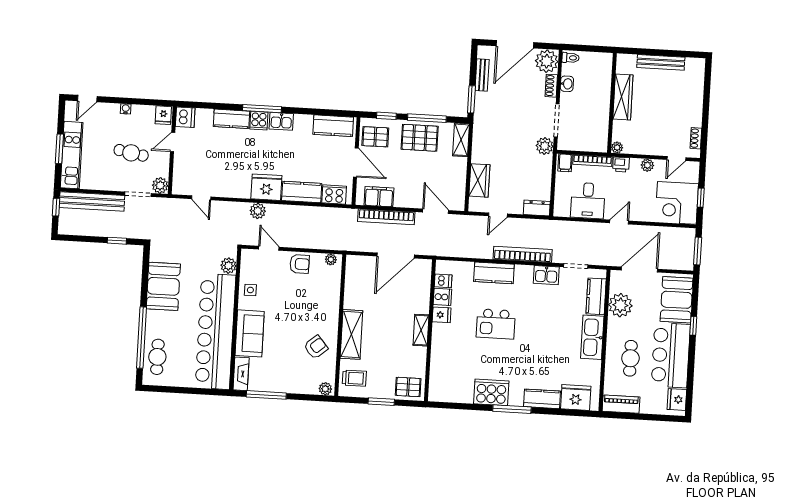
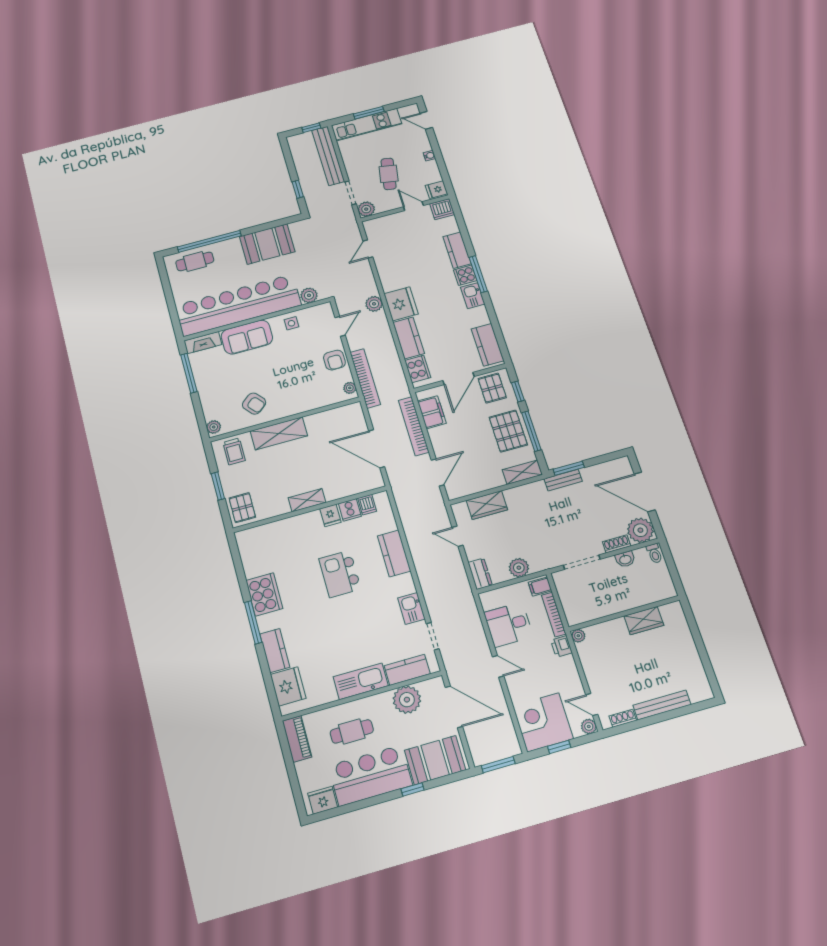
bench: (661, 62) -> (662, 705), moved, turned 90
bench: (482, 75) -> (563, 480), moved
wardrobe: (623, 97) -> (644, 621), width x0.67
plant: (545, 146) -> (519, 568), moved
plant: (647, 165) -> (589, 726), moved
bookcase: (523, 254) -> (365, 378), moved

